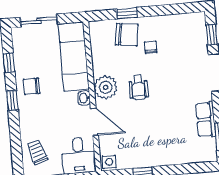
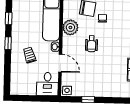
chair: (32, 86) -> (22, 35), removed
plant: (106, 87) -> (70, 27), moved
trolley: (37, 152) -> (30, 55), moved

